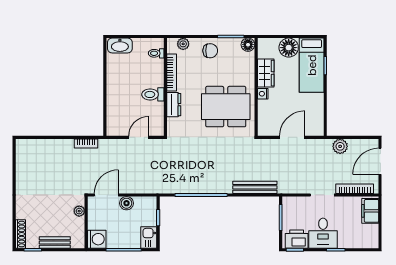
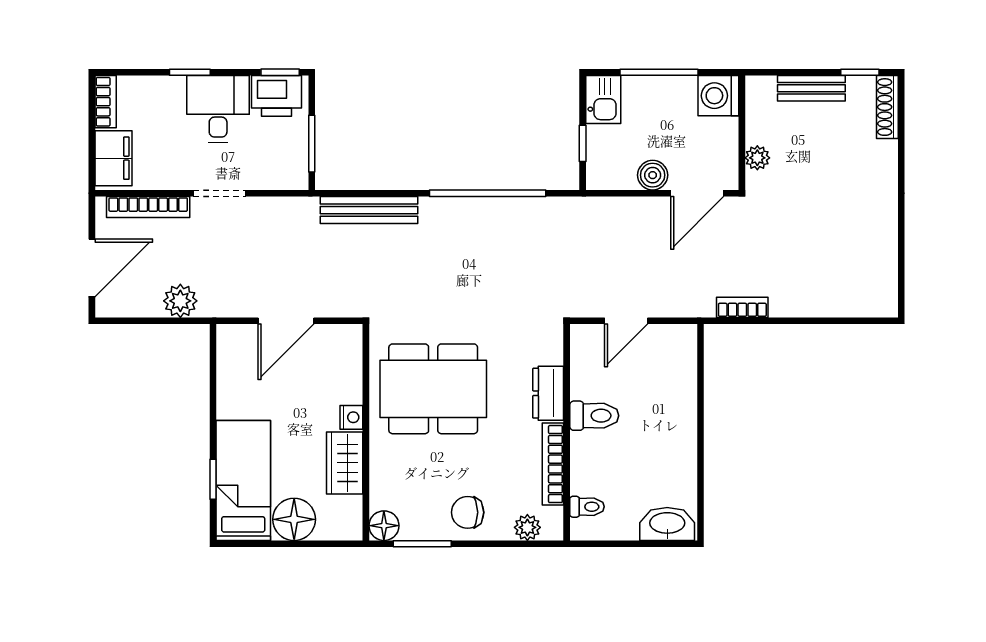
bookcase: (374, 236) -> (106, 102), added

